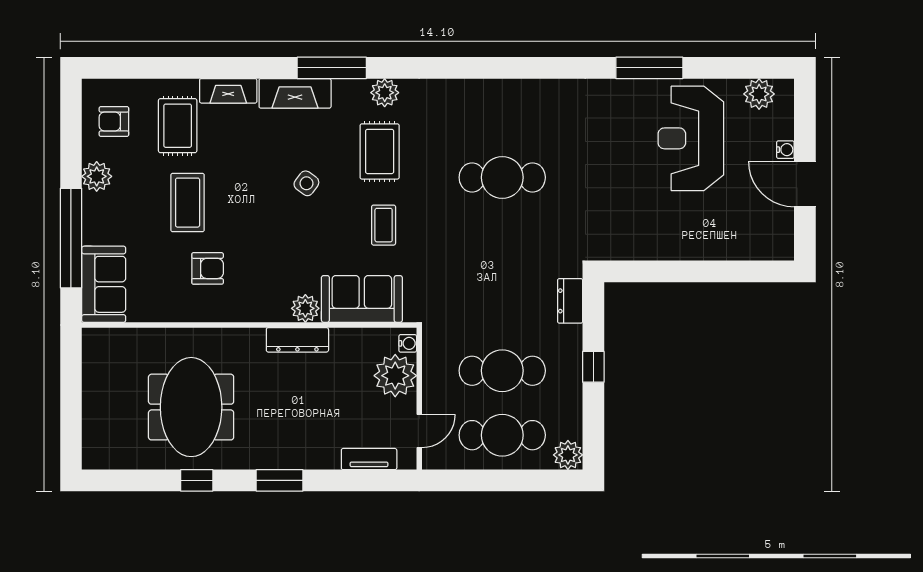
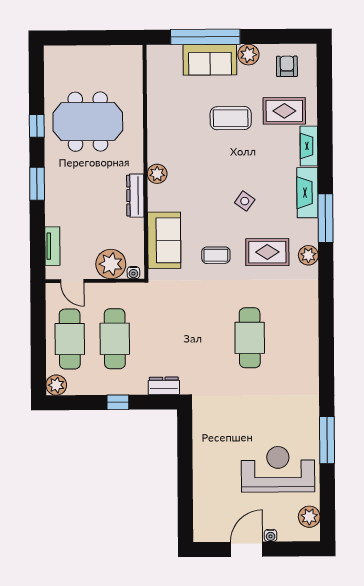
armchair: (208, 268) -> (185, 132), removed
sofa: (104, 284) -> (210, 60), moved
plant: (305, 308) -> (157, 174), moved

